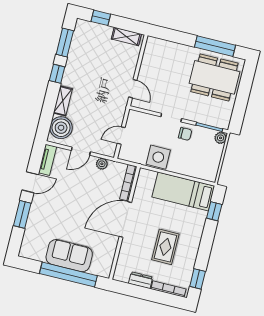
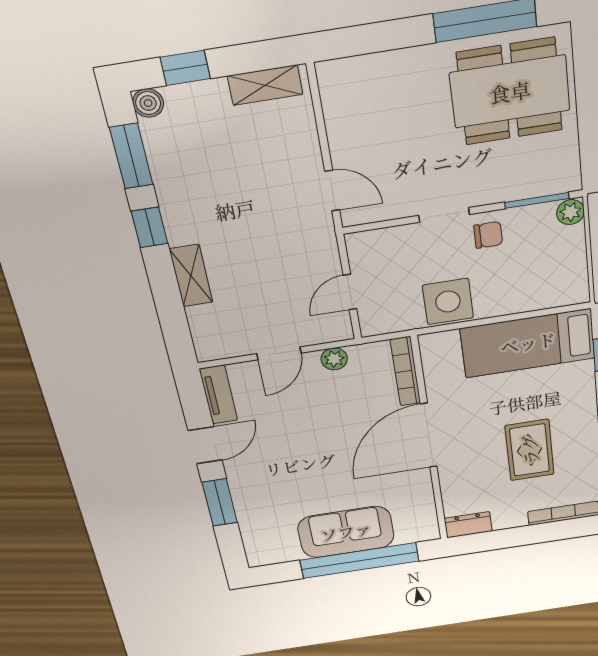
boiler: (61, 128) -> (148, 103), moved, width x0.54, depth x0.54
dresser: (141, 280) -> (468, 525), moved

